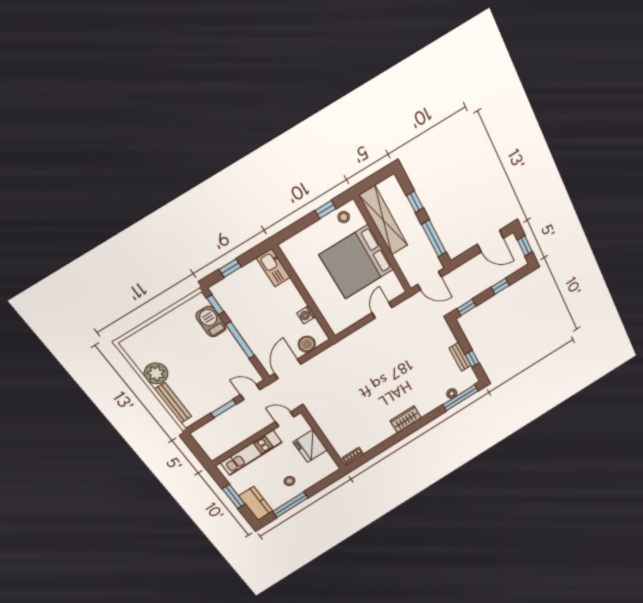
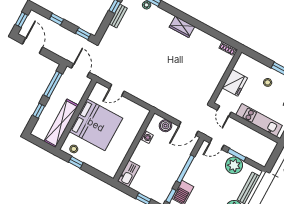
door: (250, 392) -> (217, 144), hinge flipped
plant: (212, 399) -> (234, 165), added

